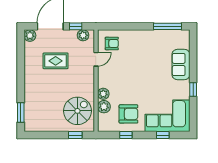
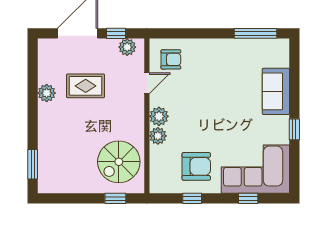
plant: (30, 36) -> (47, 93), moved
plant: (104, 107) -> (159, 116), moved
spiral stairs: (77, 111) -> (119, 162), turned 180

